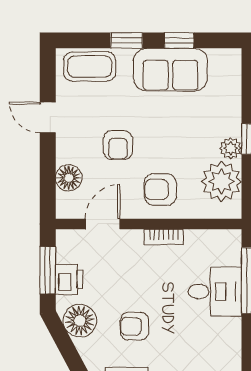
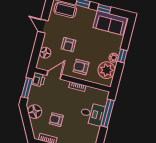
sofa: (170, 70) -> (110, 23), moved
printer: (69, 279) -> (38, 80), moved

